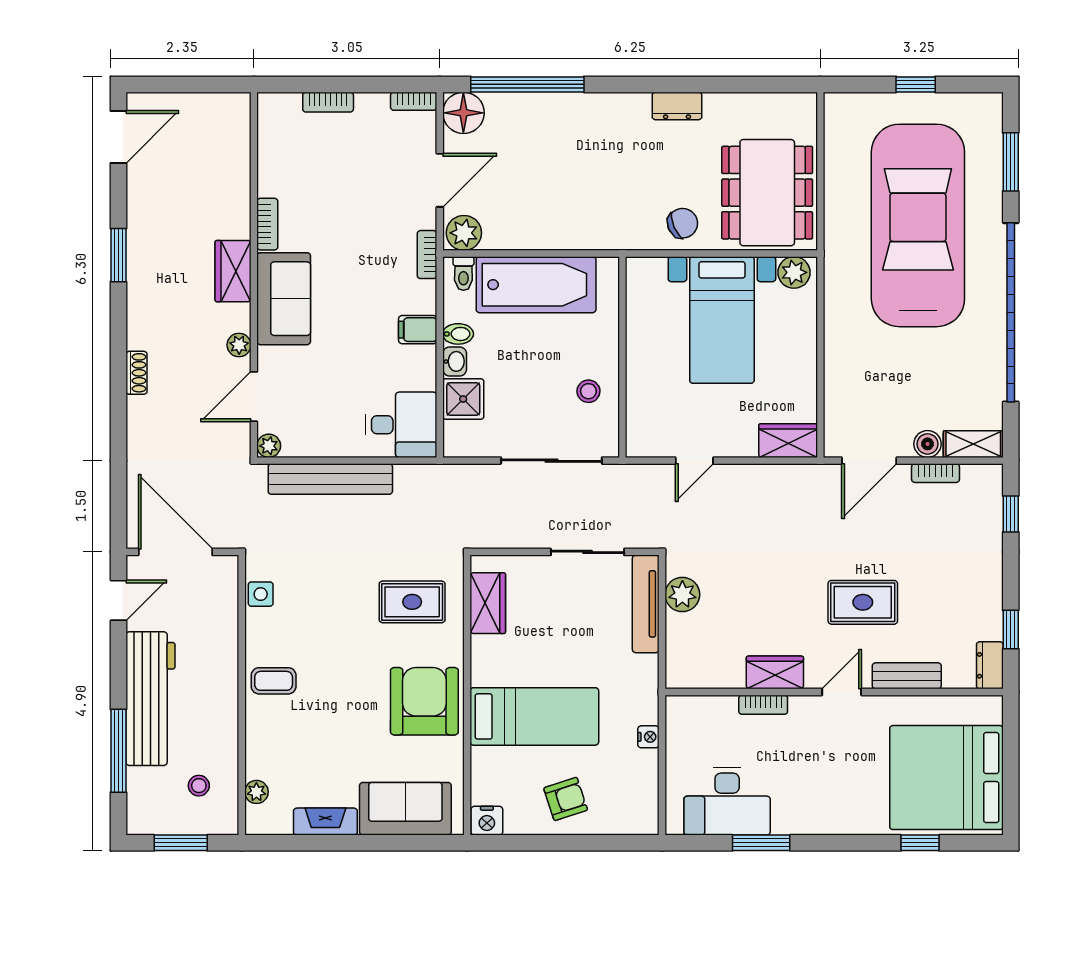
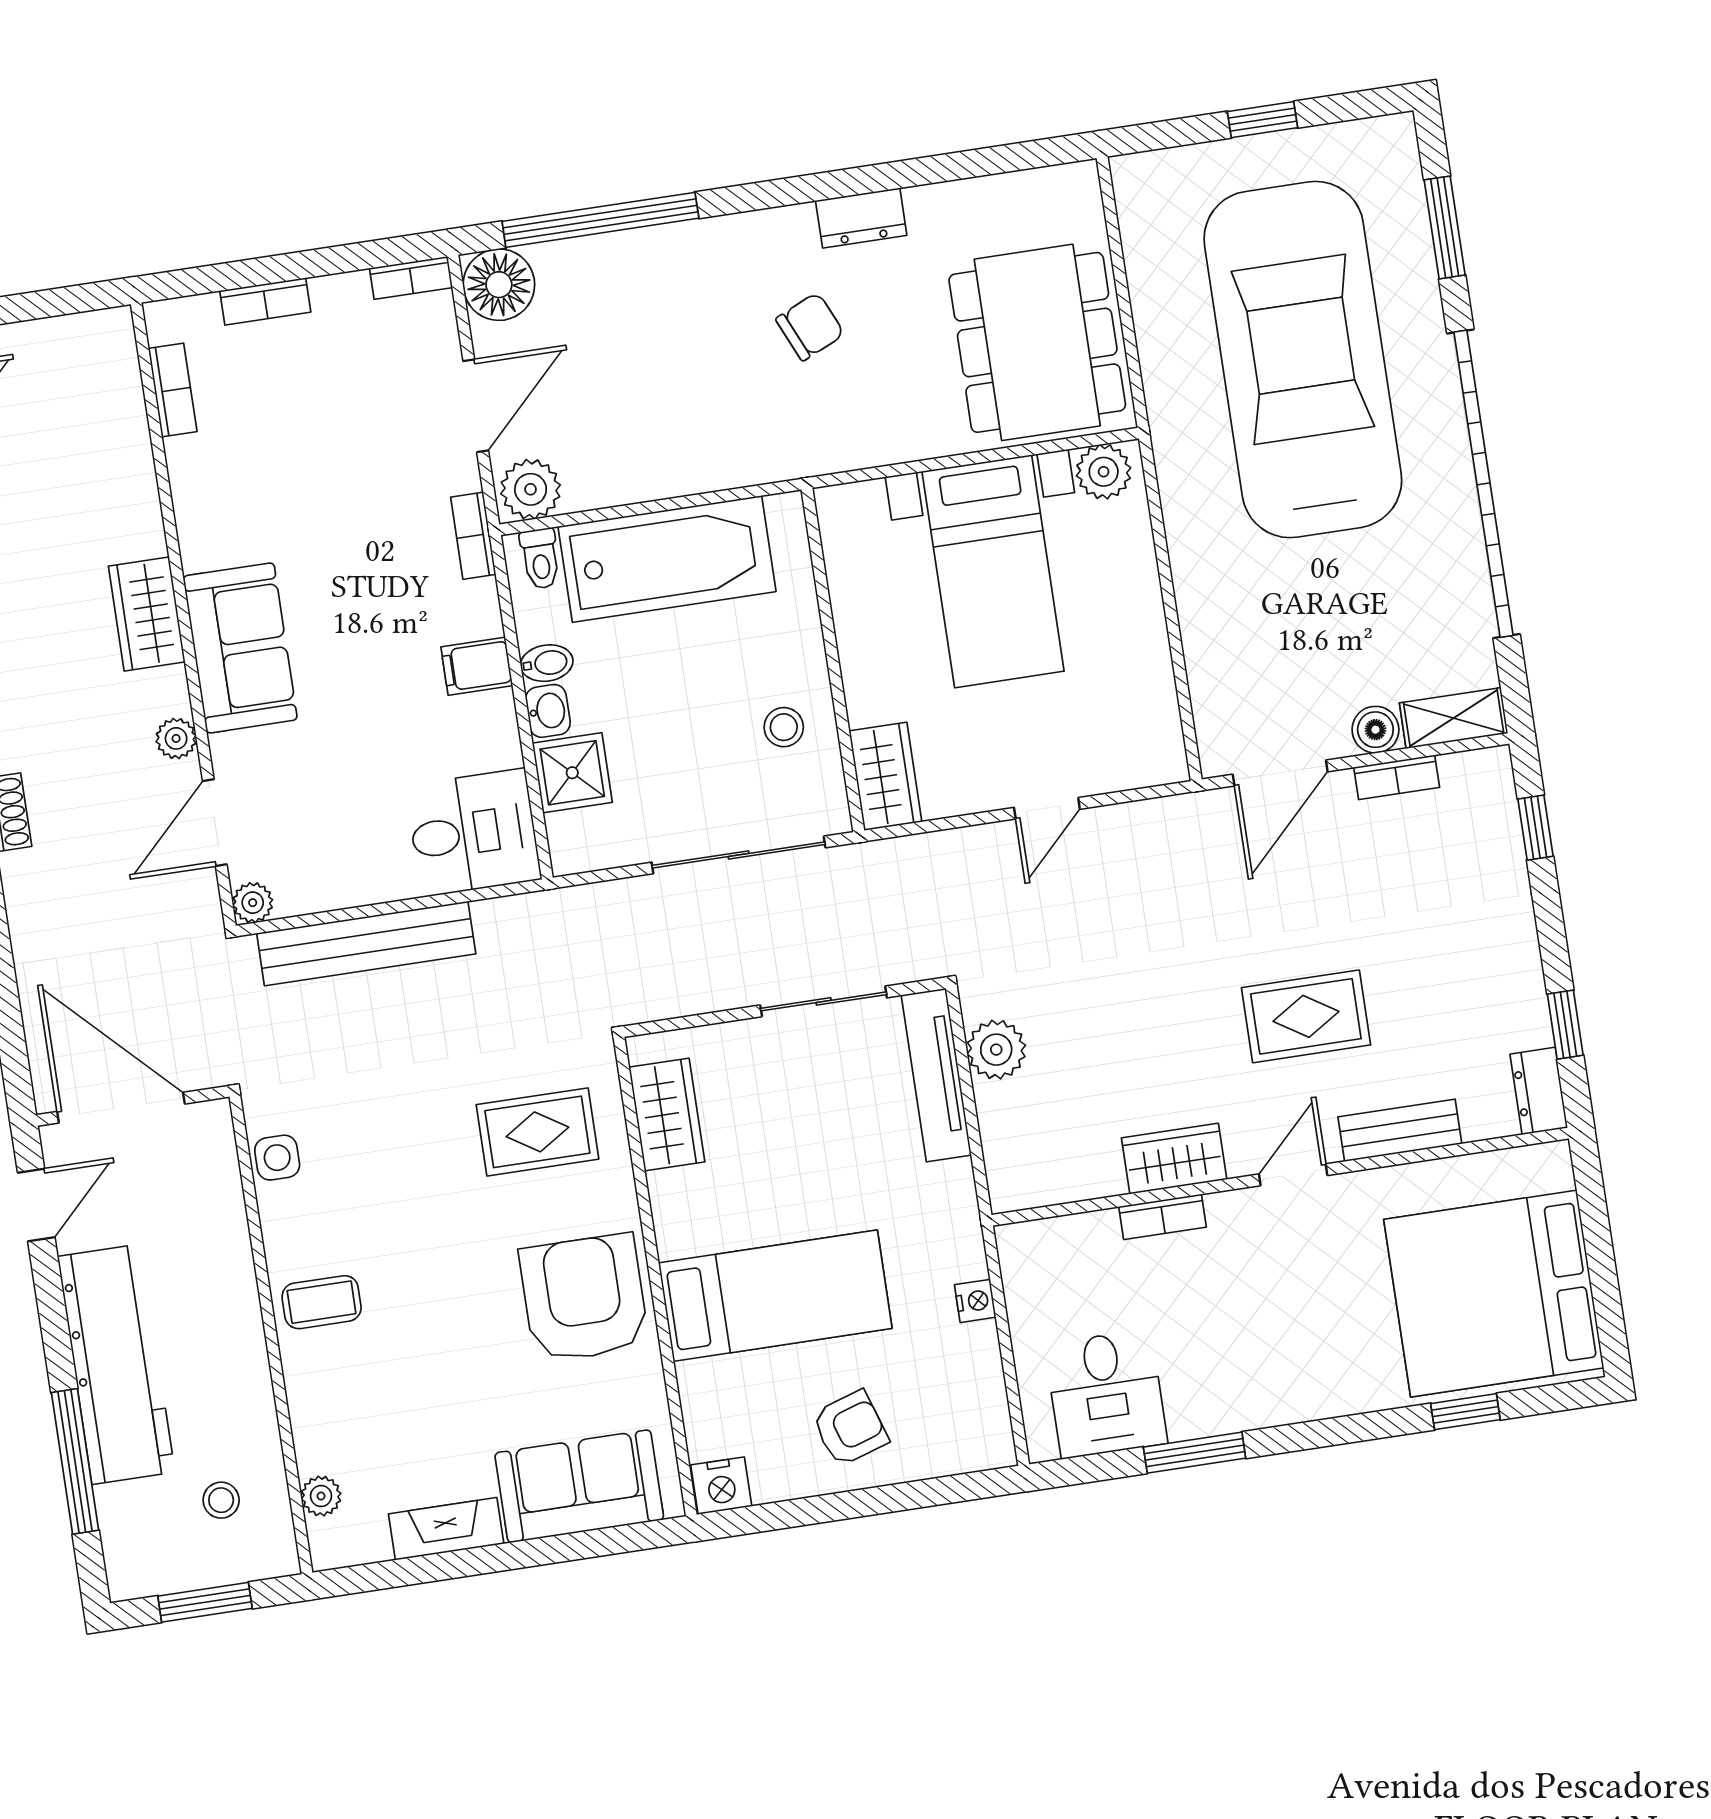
chair: (683, 223) -> (810, 327), moved
bookcase: (267, 224) -> (173, 390), moved
wardrobe: (788, 441) -> (885, 776), moved, turned 90
door: (694, 461) -> (1047, 808), moved
desk: (727, 801) -> (1106, 1394), width x0.73

